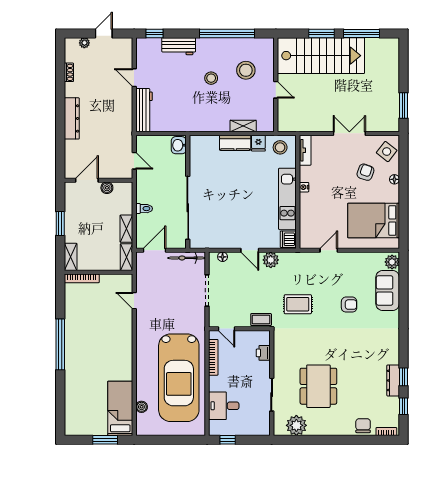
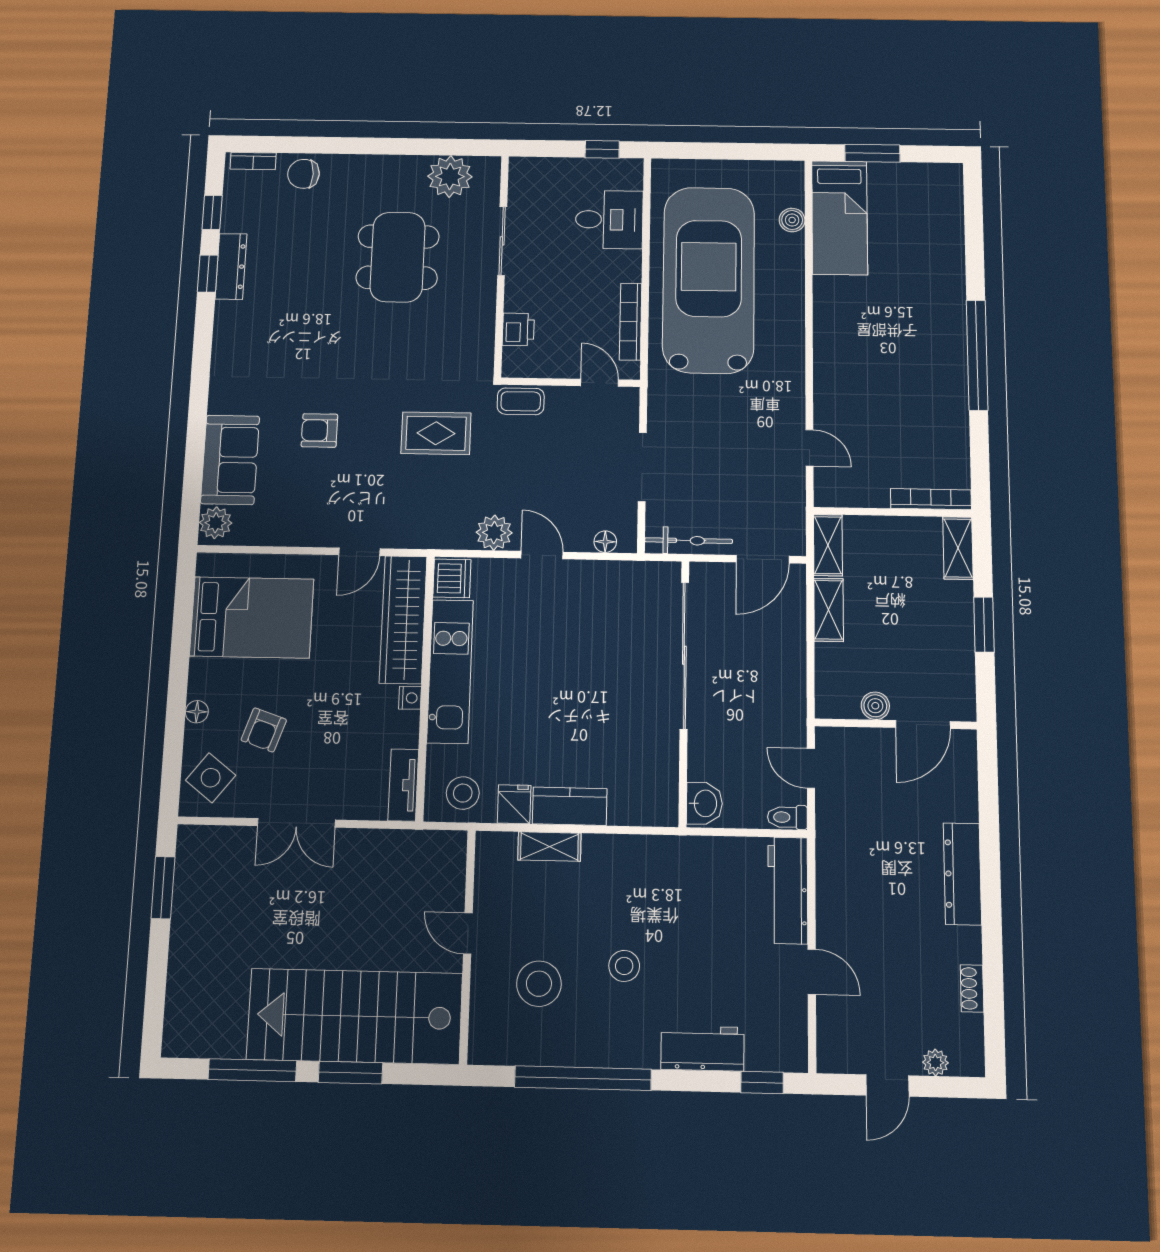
toilet: (144, 209) -> (787, 817), moved
wardrobe: (308, 221) -> (403, 619), added
chair: (363, 426) -> (303, 174), turned 90

